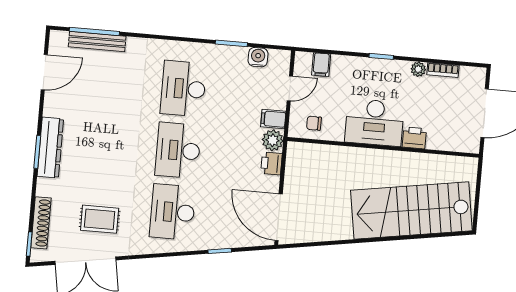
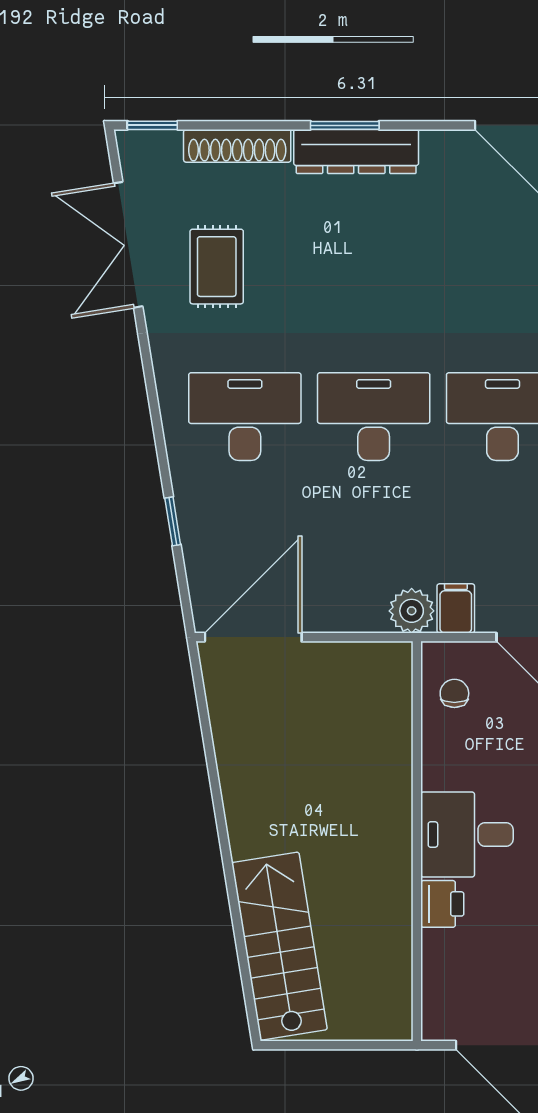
desk: (374, 122) -> (467, 834), width x0.73
printer: (271, 163) -> (363, 613), removed
stairs: (411, 210) -> (279, 946), width x0.73, depth x0.66
shoe rack: (41, 223) -> (237, 146), moved

